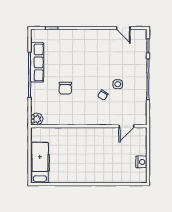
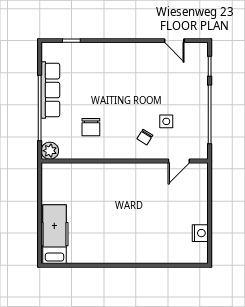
plant: (37, 119) -> (50, 151), moved
wall: (89, 126) -> (125, 161), moved
door: (126, 126) -> (179, 161), moved

